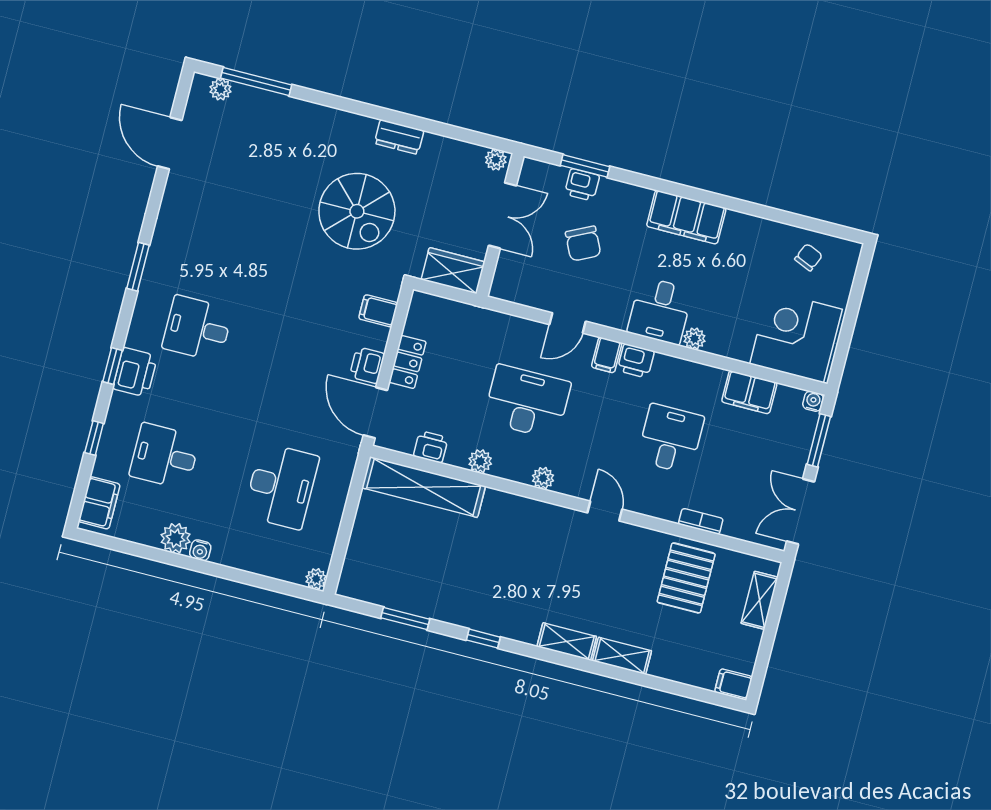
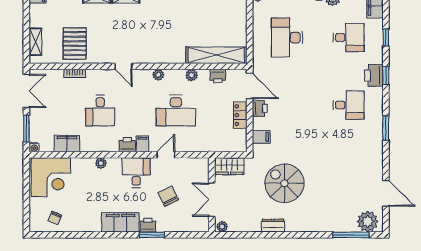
plant: (220, 89) -> (368, 222), width x1.87, depth x1.87
window: (585, 166) -> (152, 235), moved
printer: (582, 185) -> (148, 225), moved
desk: (660, 311) -> (136, 173), moved

